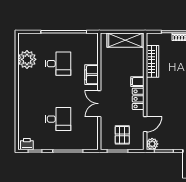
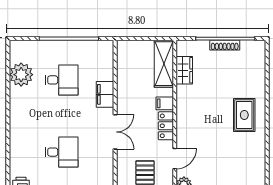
shelving: (125, 40) -> (164, 64), moved, turned 90
wardrobe: (152, 61) -> (184, 70), width x0.67
double door: (99, 104) -> (115, 132), swing flipped

